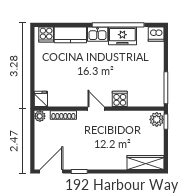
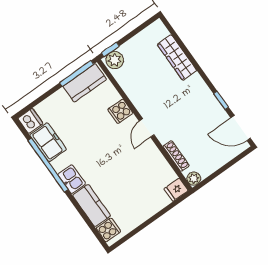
freezer: (122, 36) -> (48, 142), moved
kitchen counter: (156, 89) -> (85, 83), added
wardrobe: (145, 162) -> (177, 57), moved

